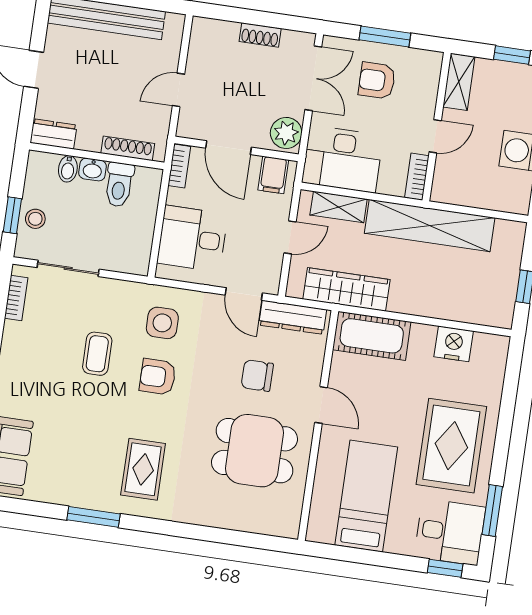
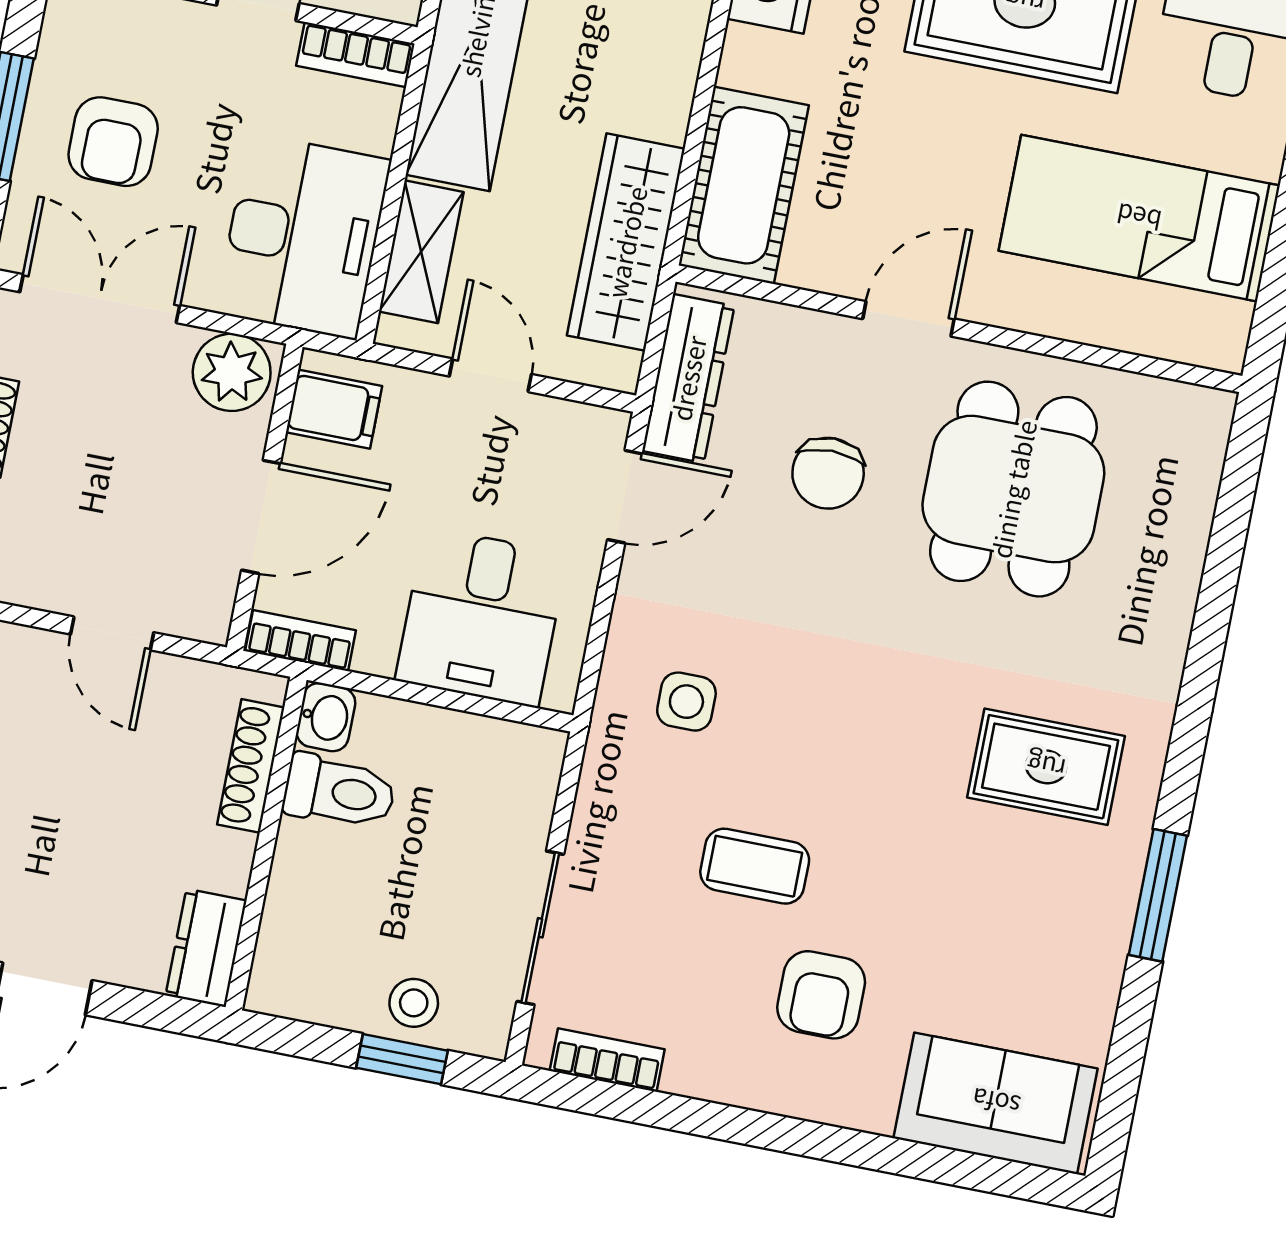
bidet: (68, 169) -> (294, 916), removed
washbasin: (93, 170) -> (326, 717), moved
side table: (162, 323) -> (686, 702), width x0.73, depth x0.73
armchair: (158, 377) -> (821, 995), moved

